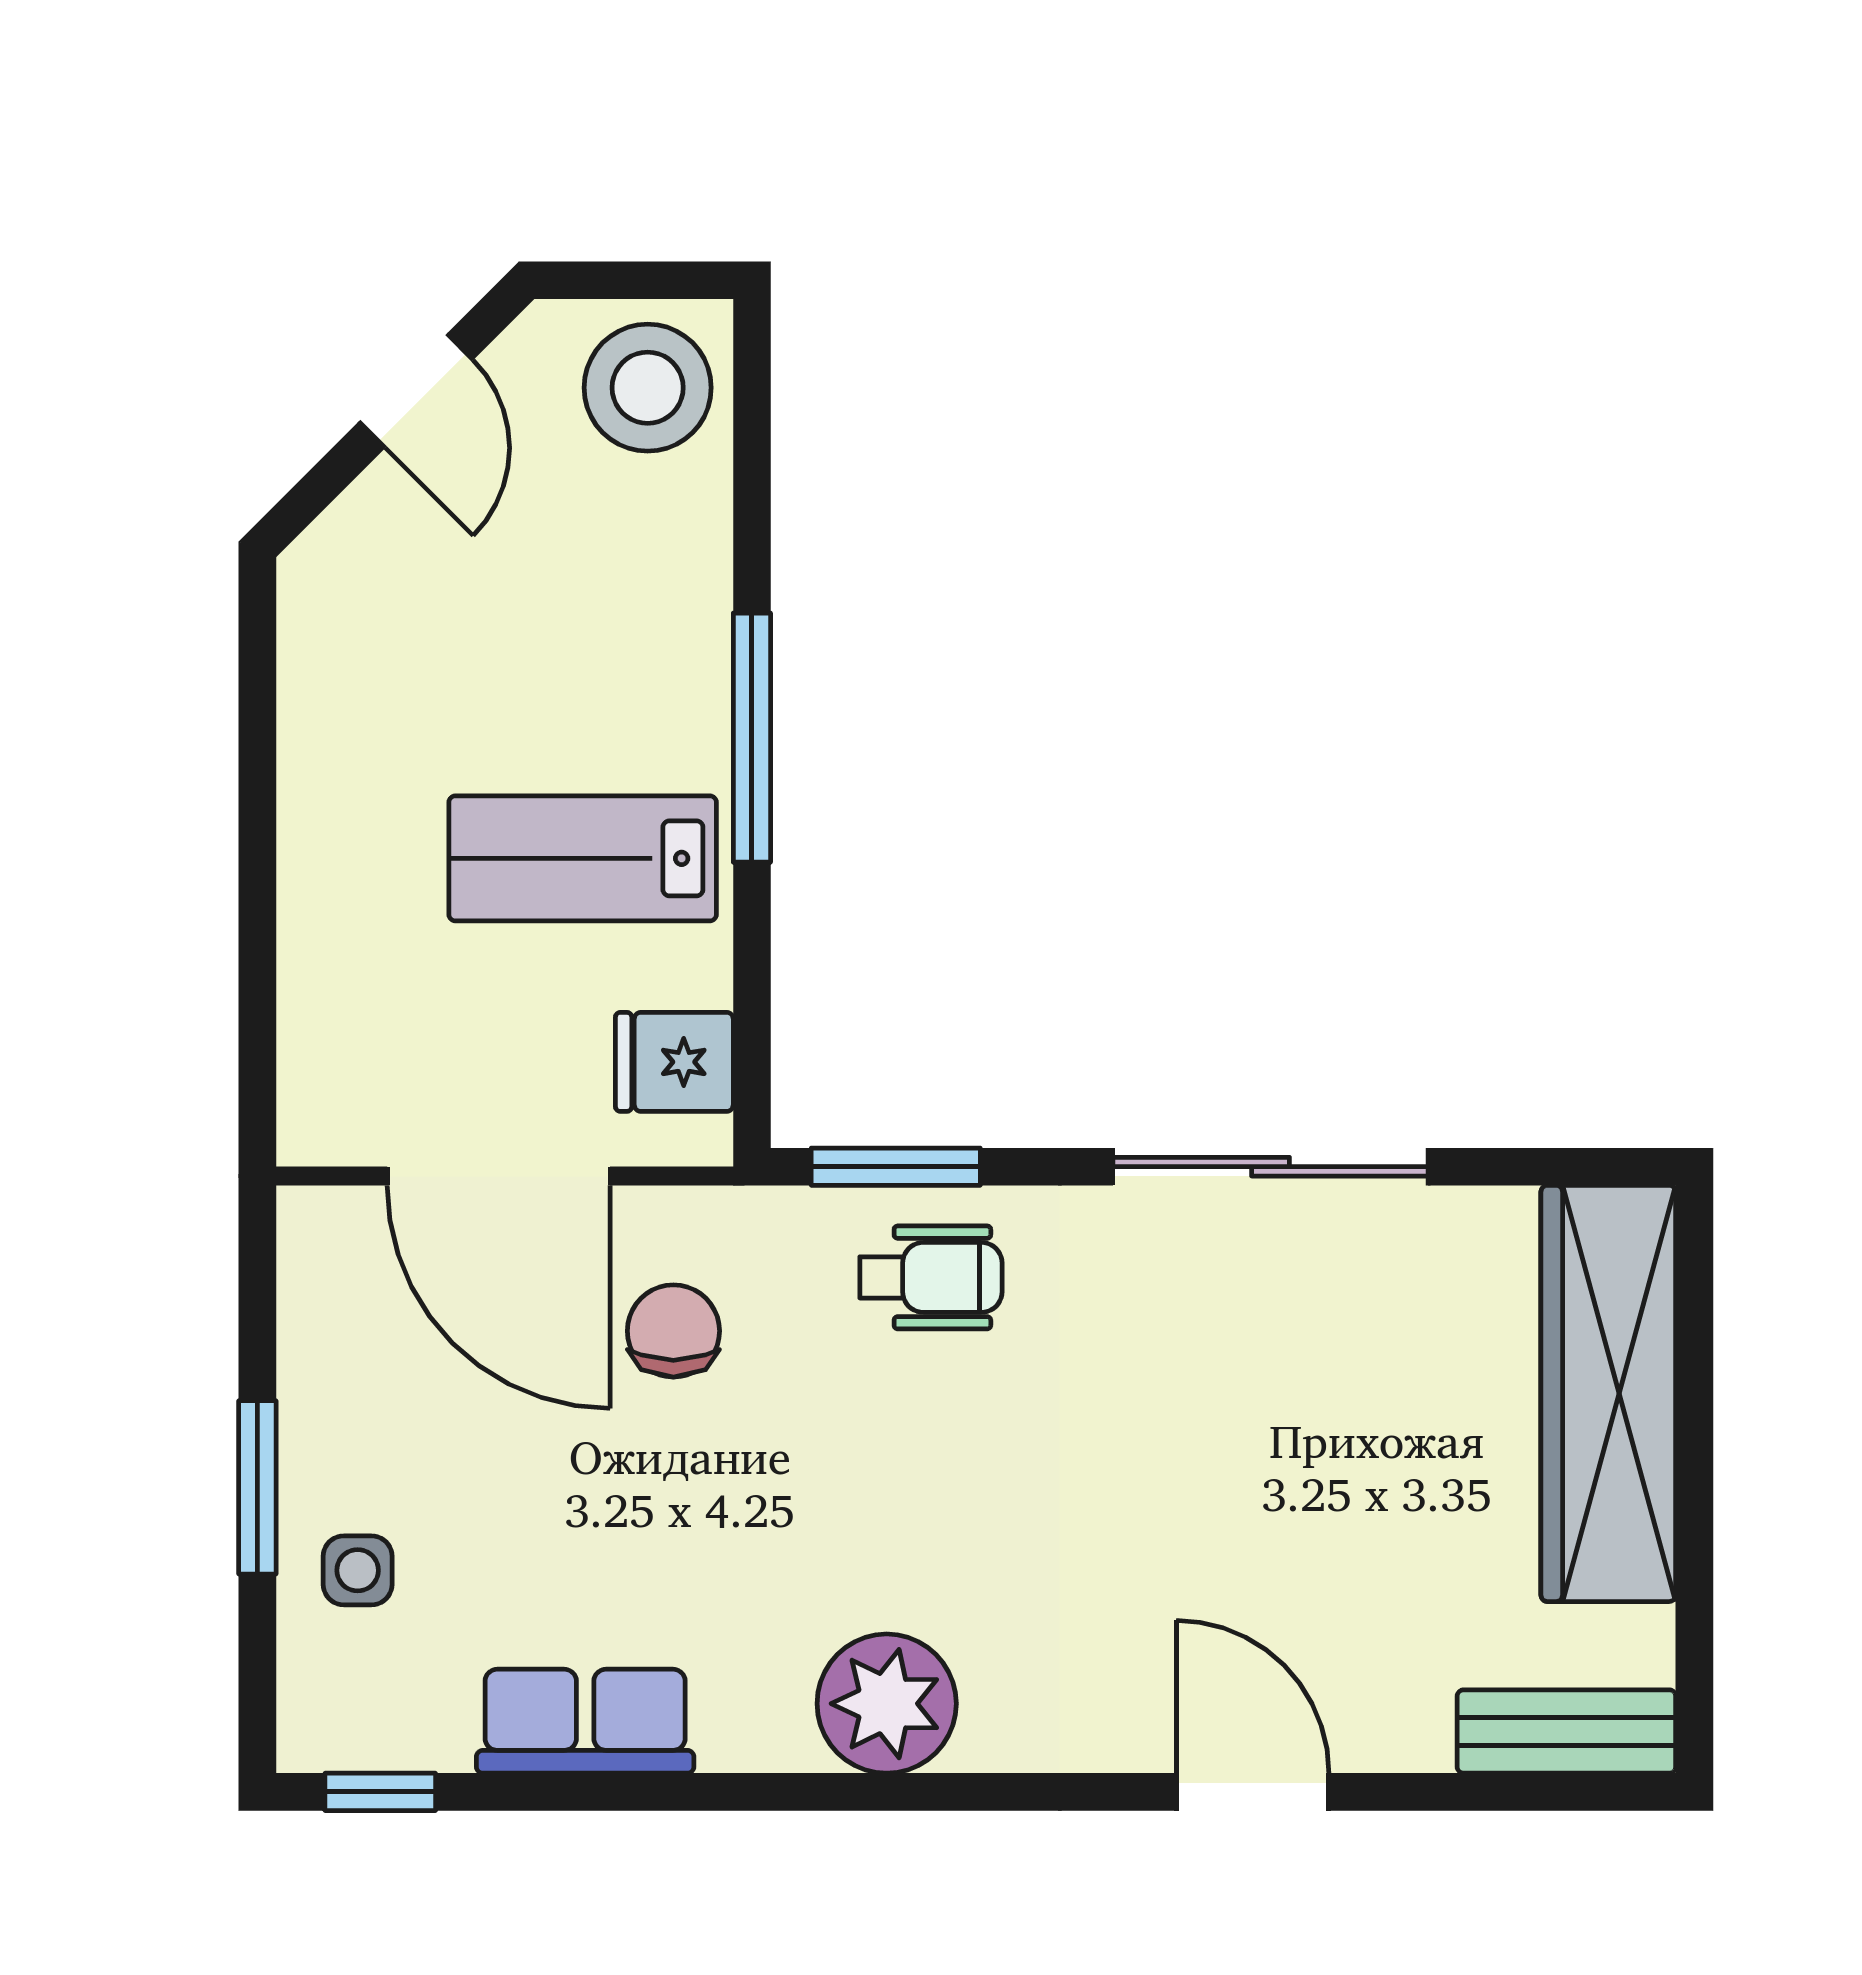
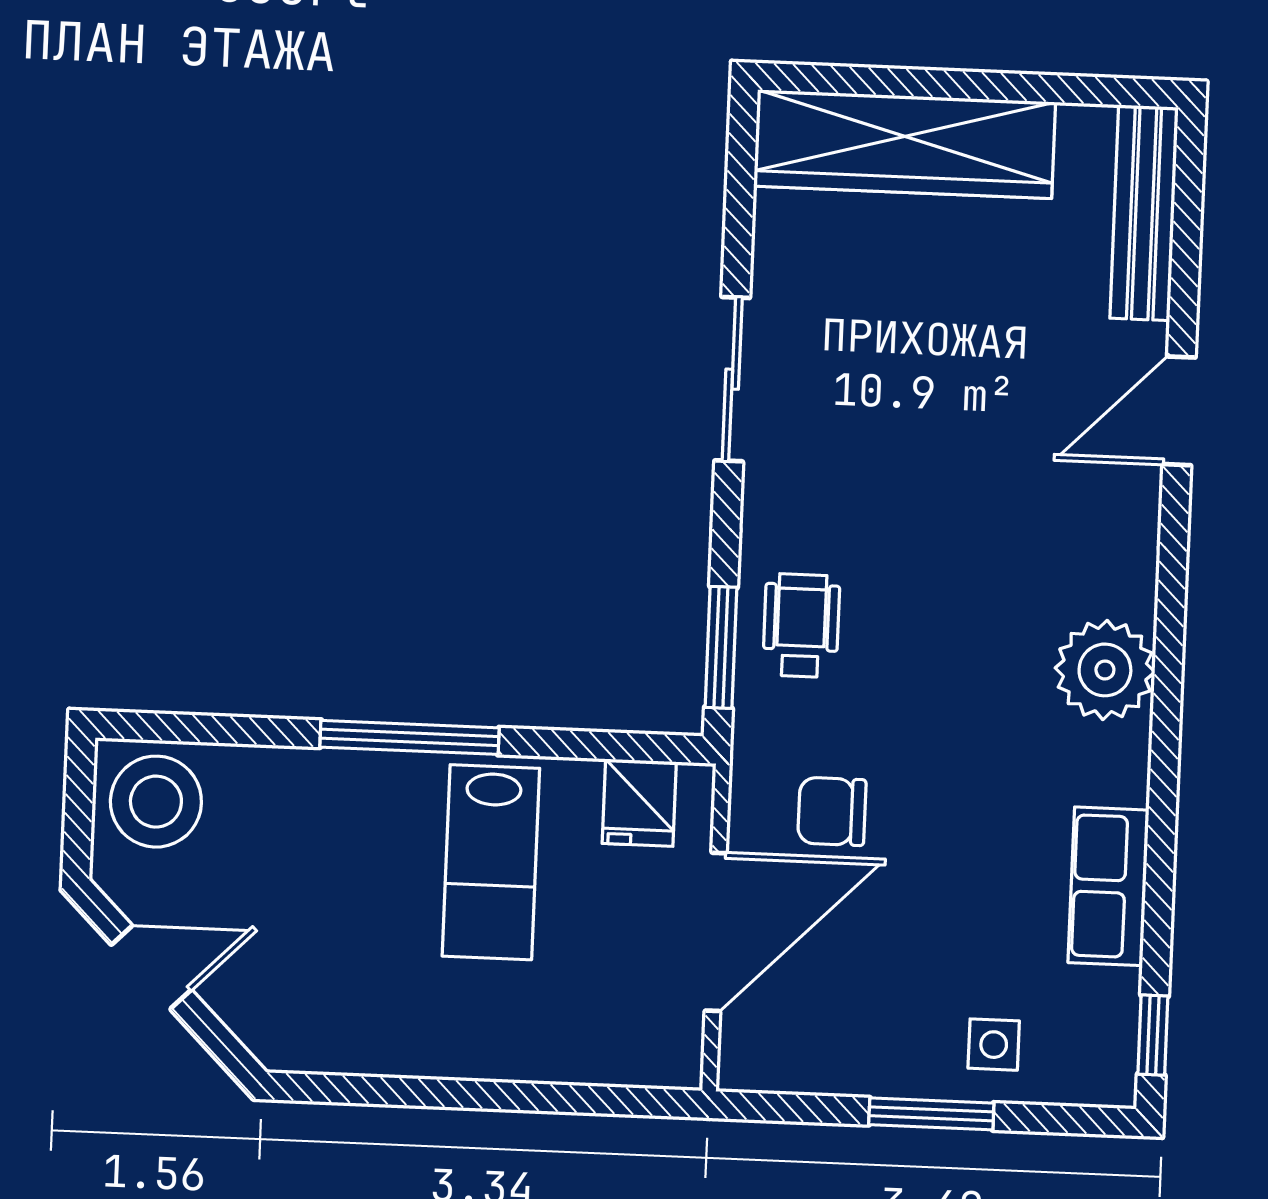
sliding door: (1270, 1167) -> (732, 379), width x0.73
bench: (1566, 1731) -> (1144, 213), width x1.36

